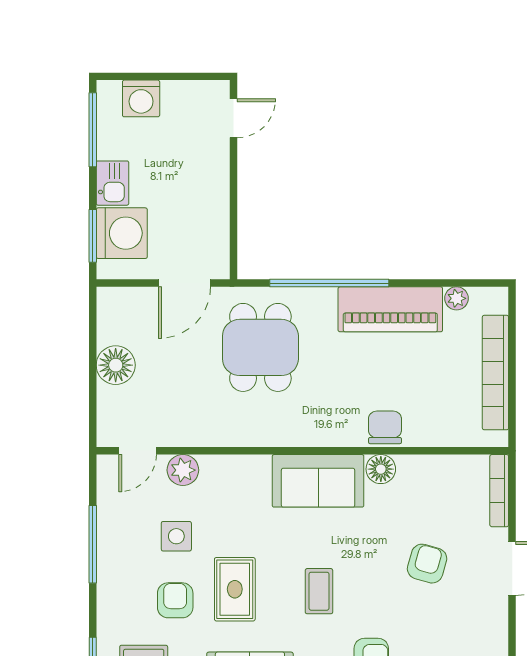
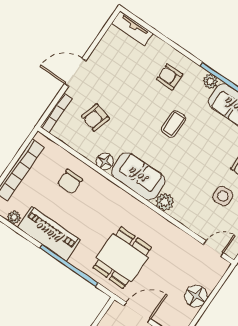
chair: (385, 427) -> (70, 182), moved
plant: (183, 470) -> (165, 202), moved
armchair: (427, 564) -> (95, 117), moved
rug: (235, 589) -> (212, 152), removed

